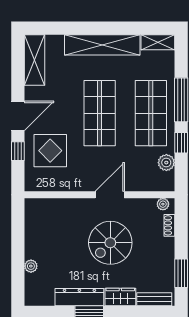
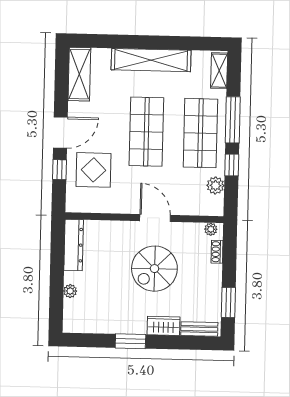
shelving: (158, 42) -> (219, 71), moved, turned 90
door: (110, 195) -> (155, 218), hinge flipped
dresser: (79, 297) -> (74, 245), moved, turned 90

